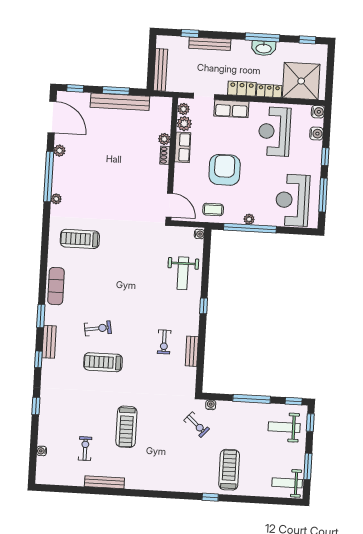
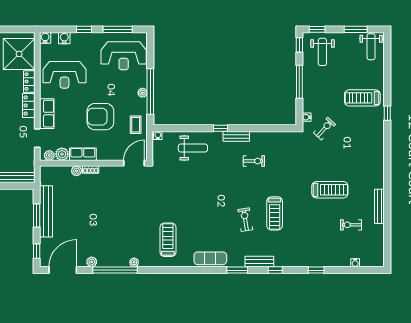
treadmill: (80, 239) -> (168, 240), turned 180
bench: (192, 351) -> (236, 136), moved

